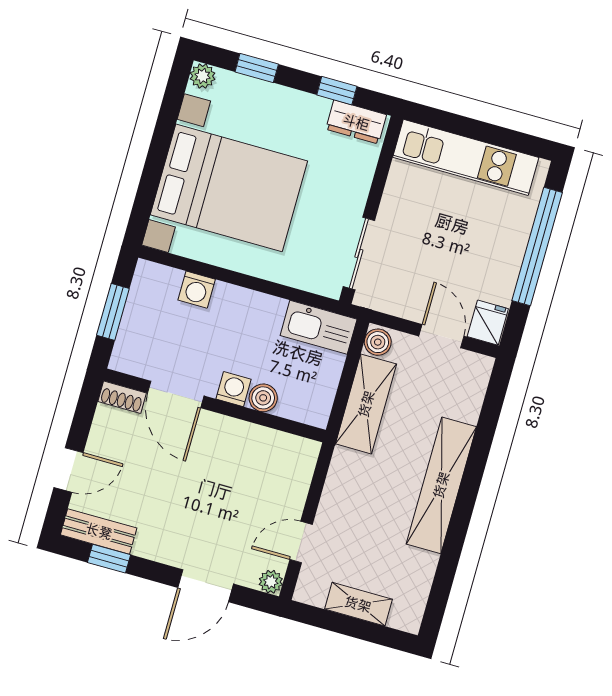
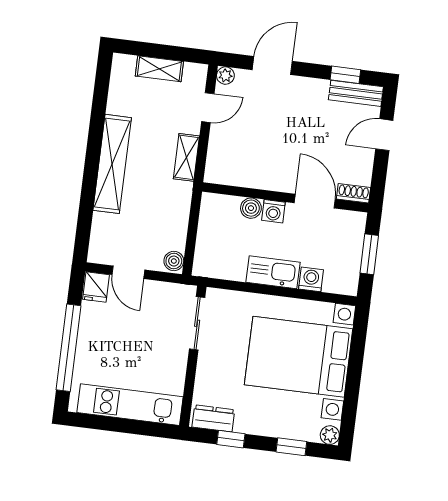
kitchen sink: (319, 327) -> (273, 272), moved
shelving: (366, 404) -> (186, 157), moved, width x0.67, depth x0.75

